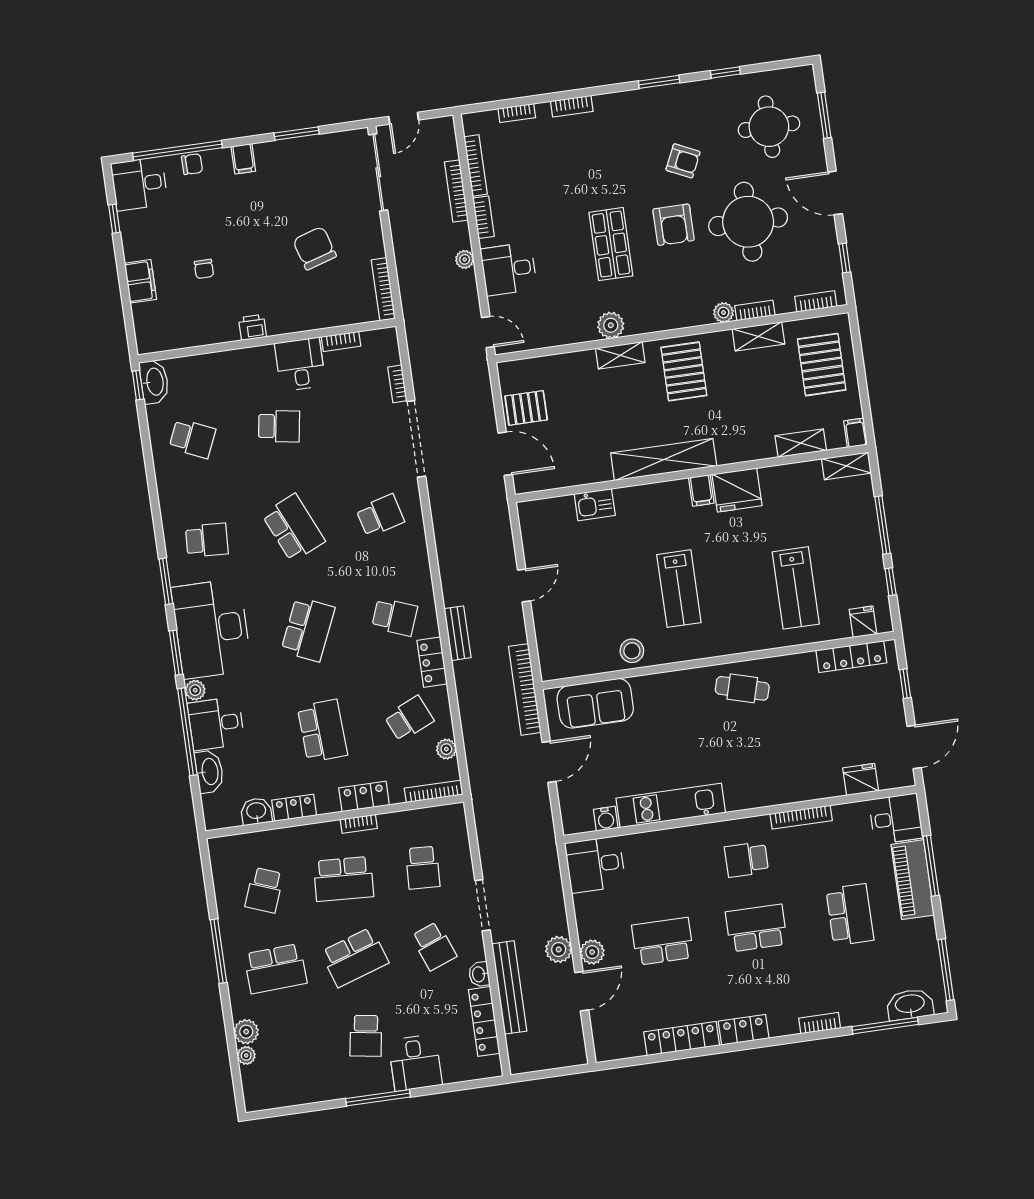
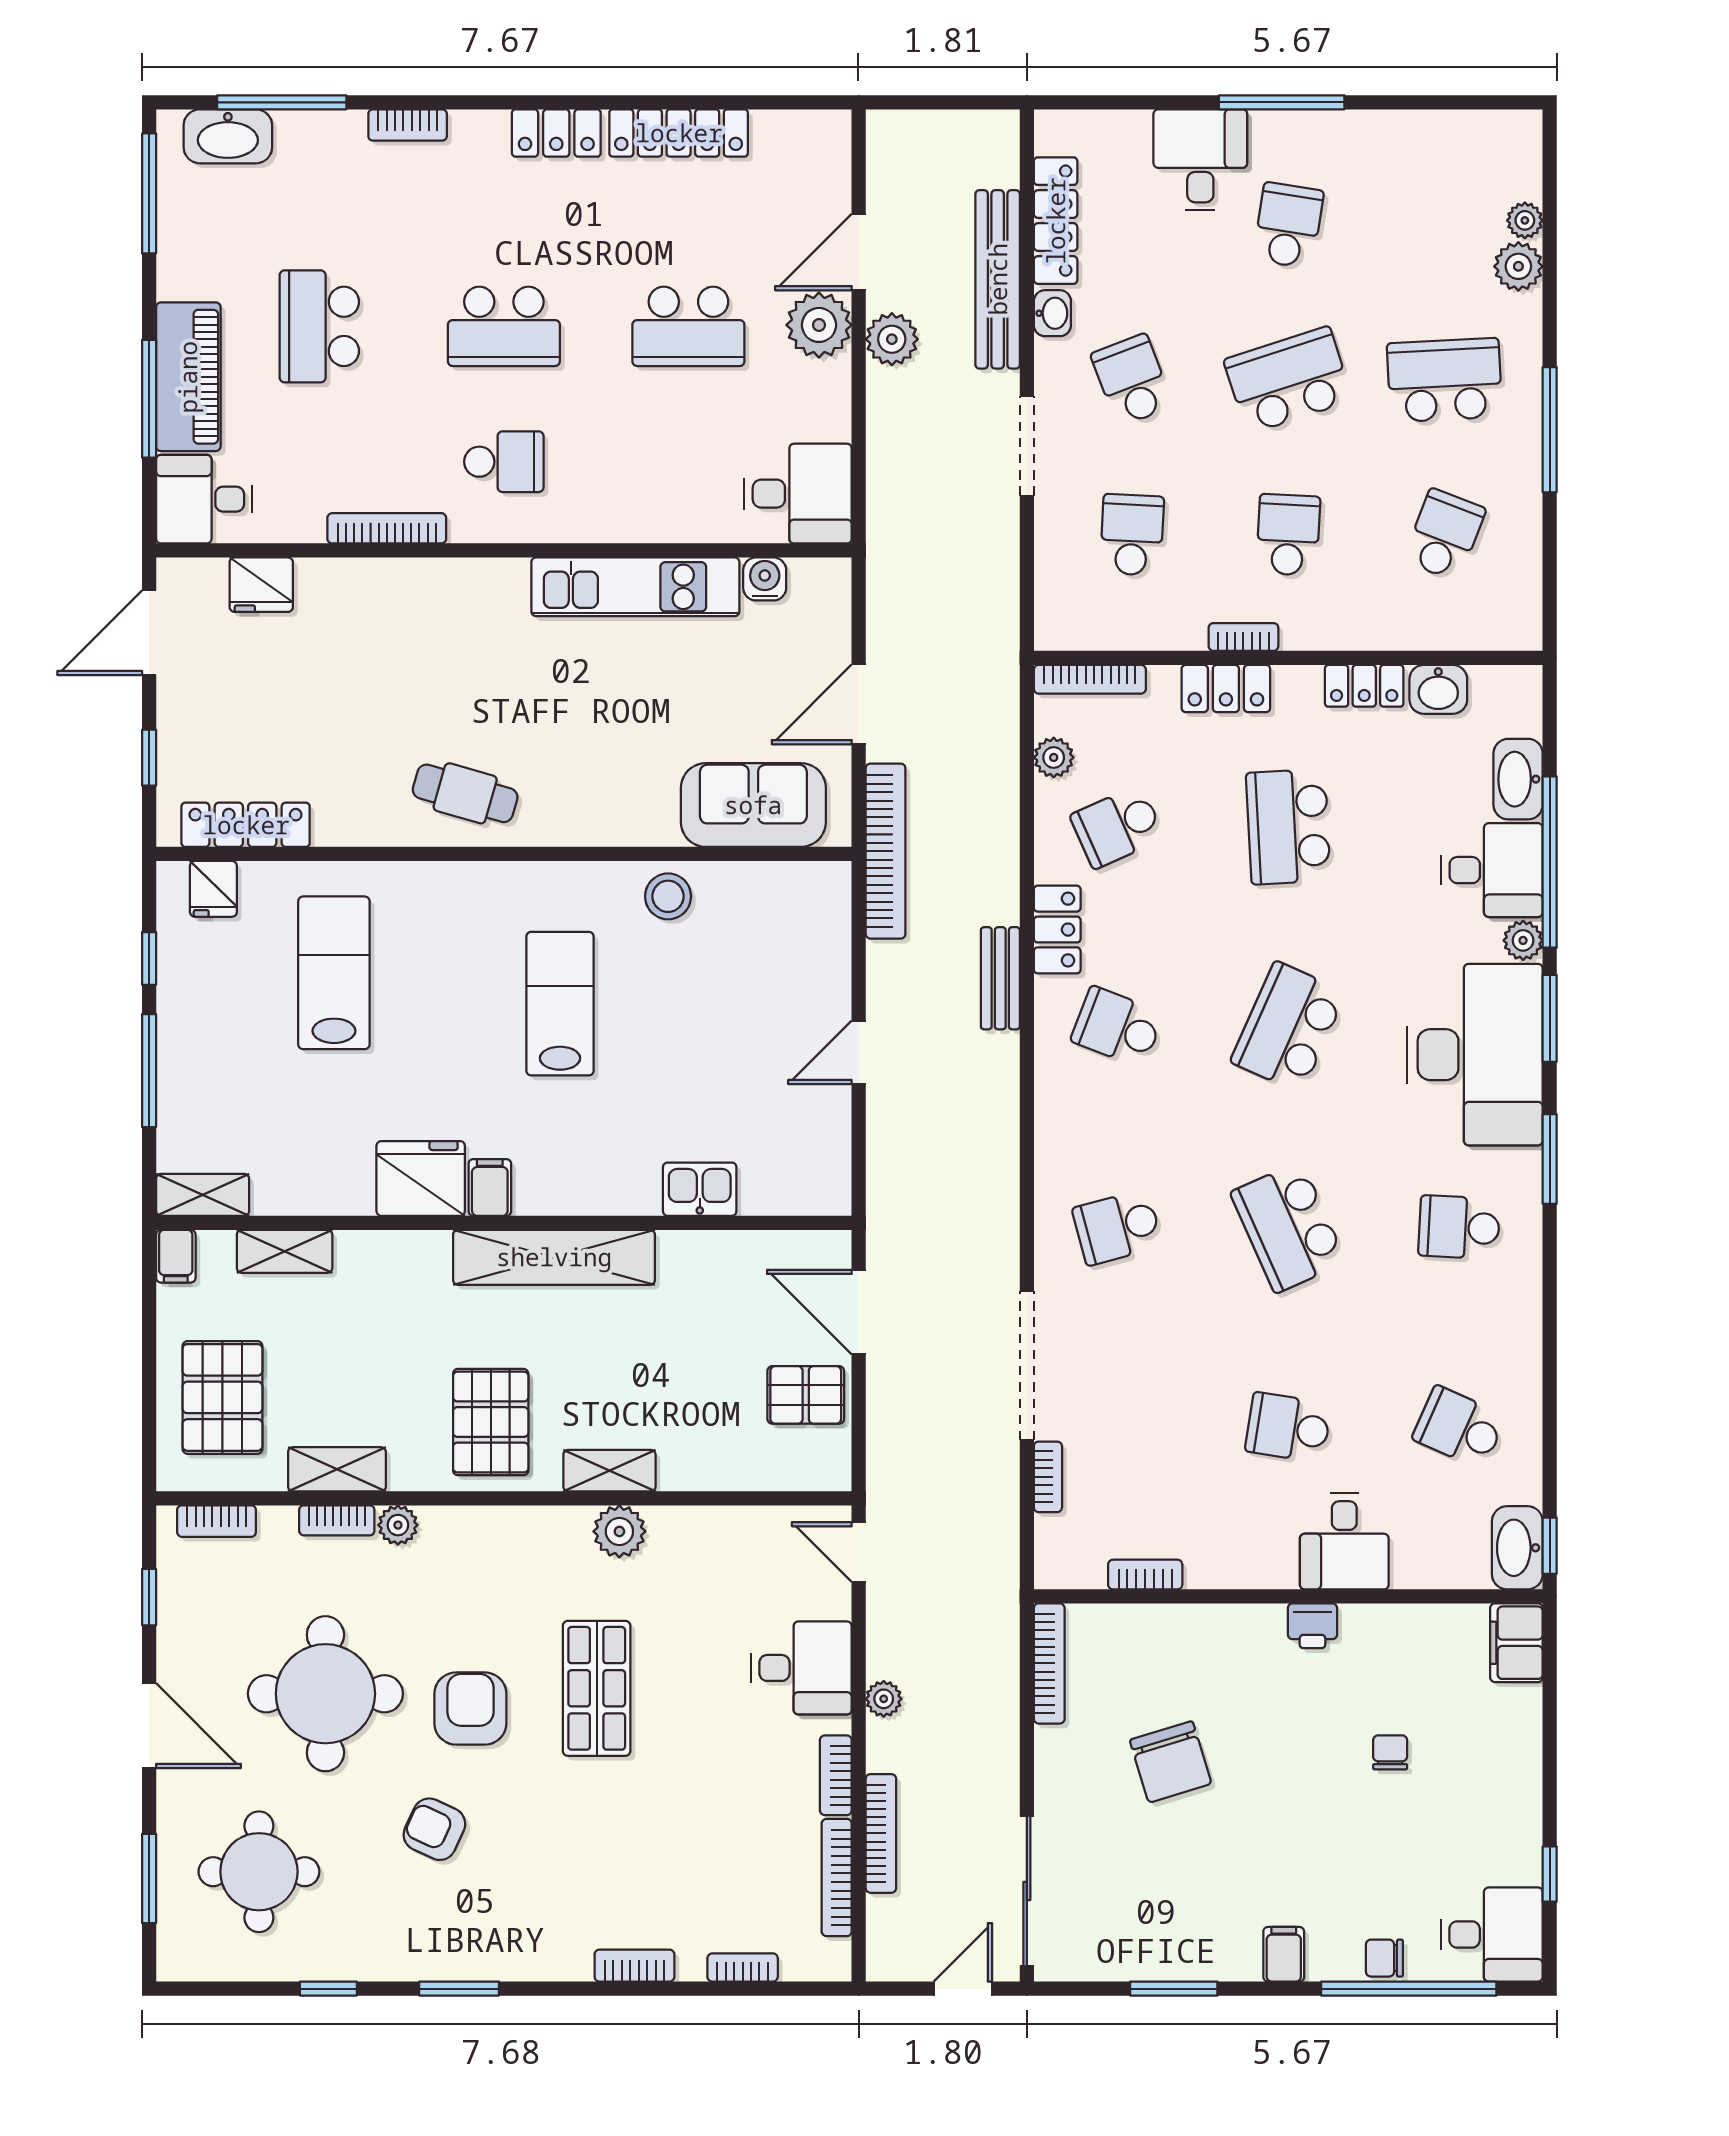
filing cabinet: (140, 281) -> (1516, 1643), moved
desk: (300, 364) -> (1344, 1541), moved
school desk: (343, 879) -> (1288, 535), width x0.54
plant: (592, 952) -> (819, 325), width x1.36, depth x1.36

